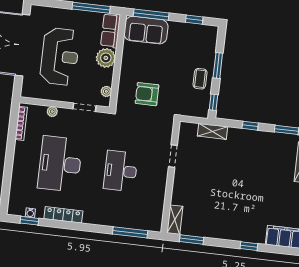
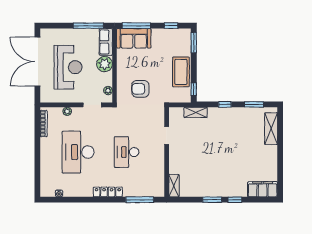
window: (218, 65) -> (194, 43), moved
coffee table: (200, 79) -> (181, 72), width x1.86, depth x1.72
locker: (63, 215) -> (108, 192), moved
window: (29, 221) -> (59, 200), removed
window: (192, 239) -> (212, 200), moved

